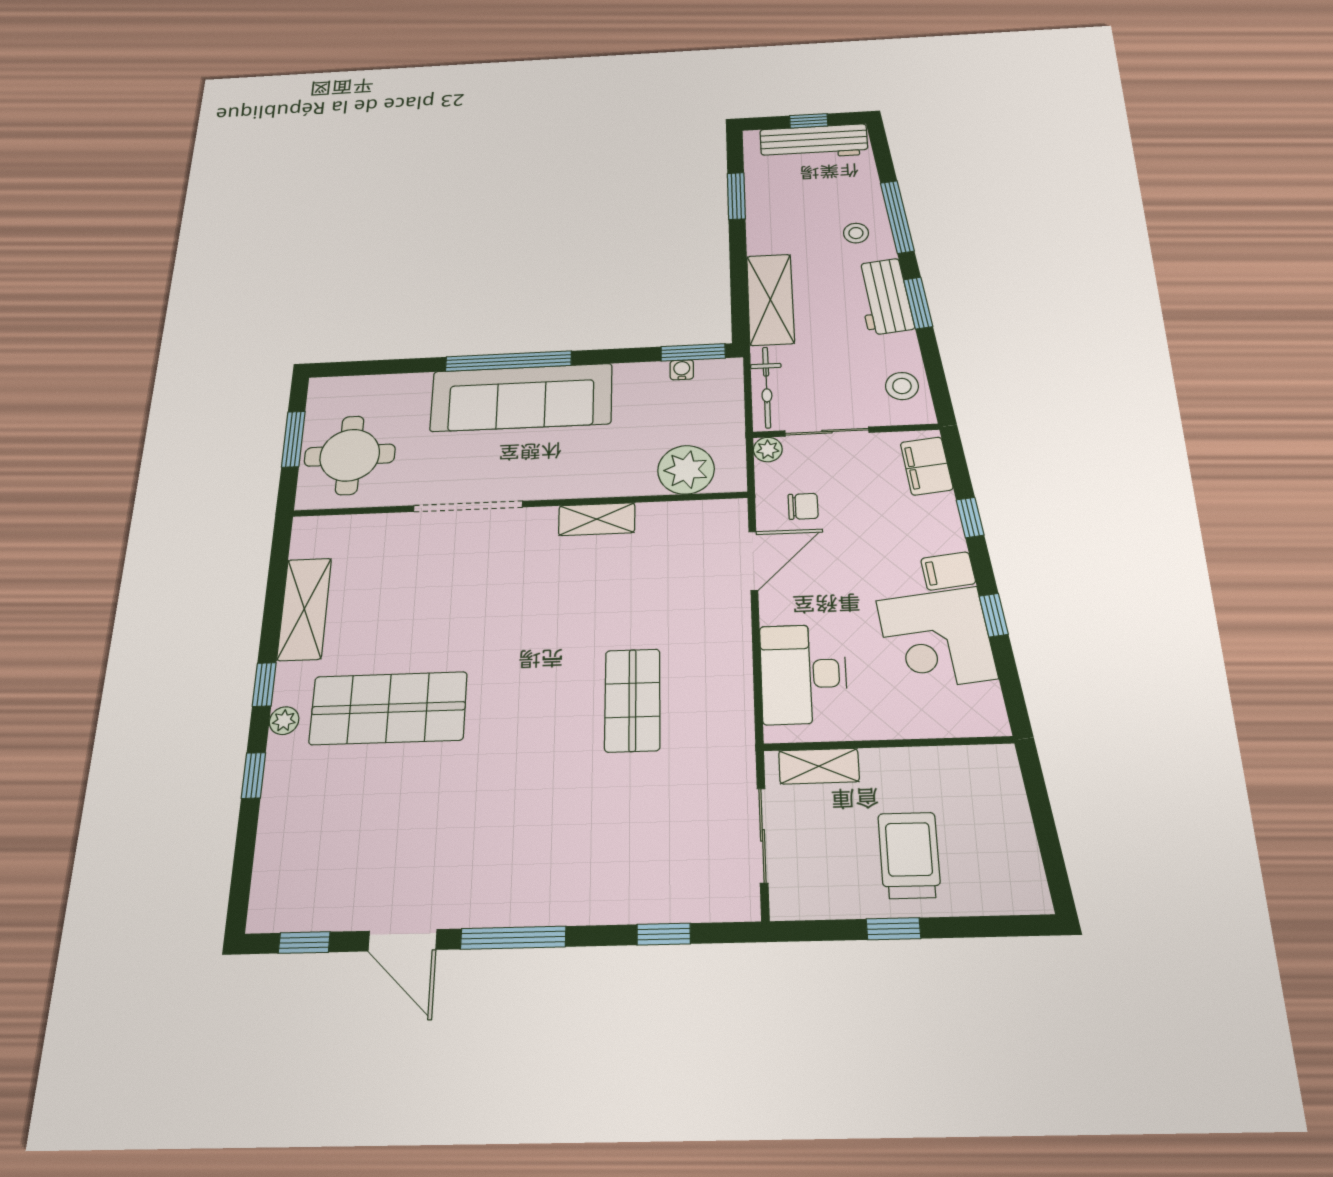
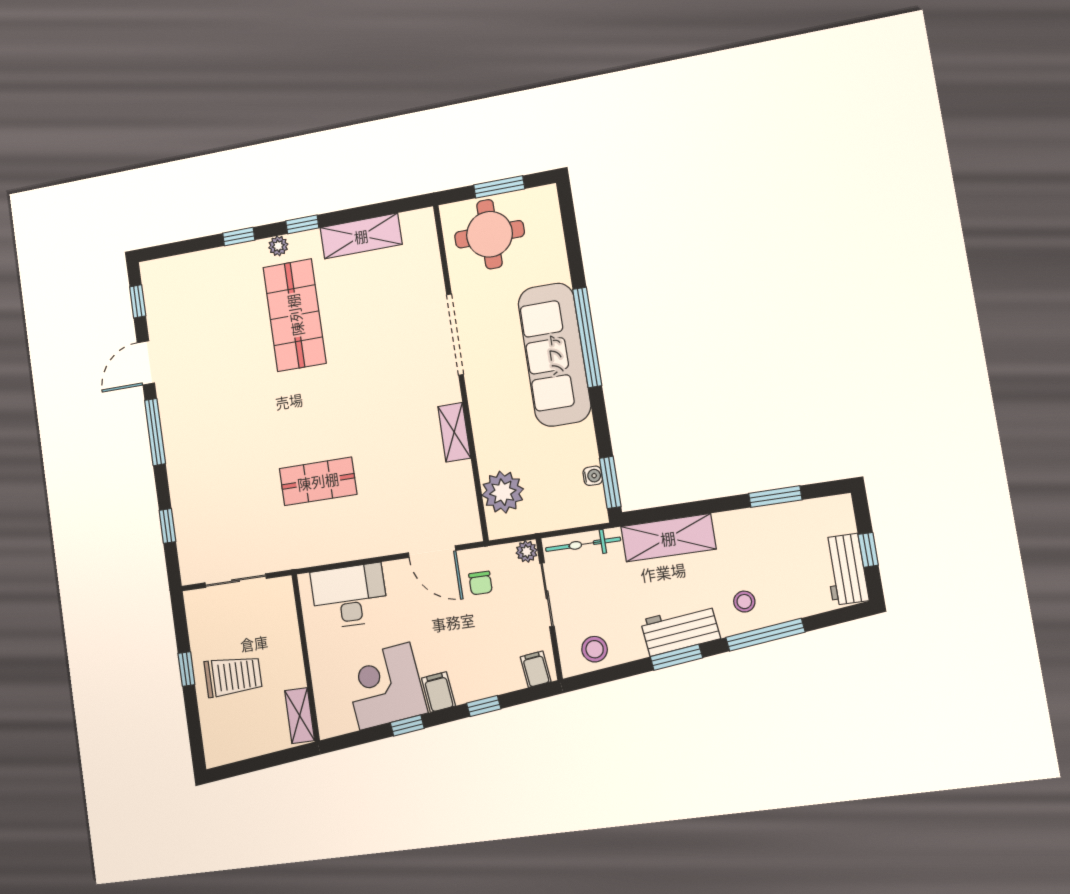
workbench: (814, 142) -> (846, 569), width x0.73
filing cabinet: (927, 466) -> (536, 669), width x0.50
shelving: (819, 766) -> (300, 716), moved

